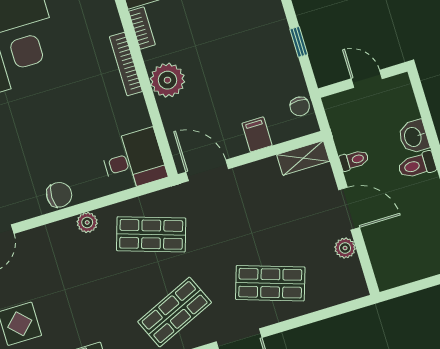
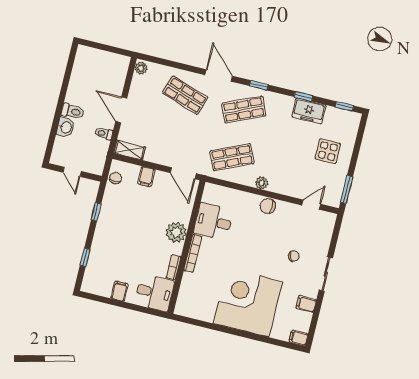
desk: (133, 160) -> (213, 222), moved
shop shelf: (151, 234) -> (232, 157), turned -42
plant: (345, 248) -> (141, 68), moved

